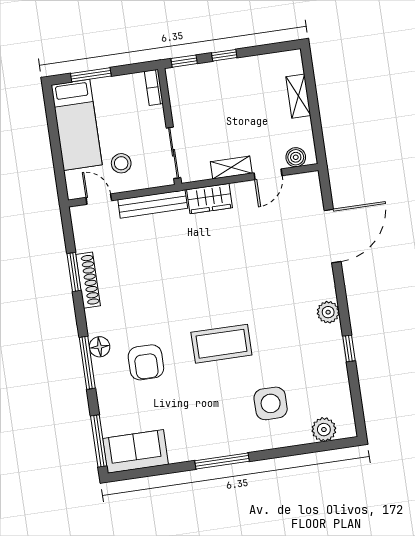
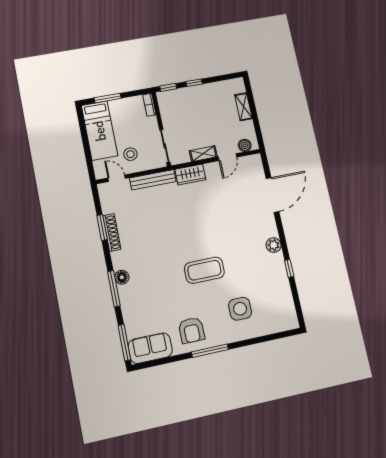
armchair: (146, 362) -> (191, 330), moved
plant: (324, 430) -> (277, 324), removed

